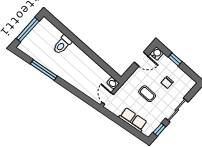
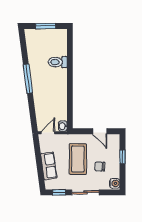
window: (28, 30) -> (46, 26), width x0.69
water cooler: (157, 53) -> (115, 183), moved
window: (44, 70) -> (28, 79), moved
coffee table: (147, 94) -> (78, 159), width x1.86, depth x1.72

